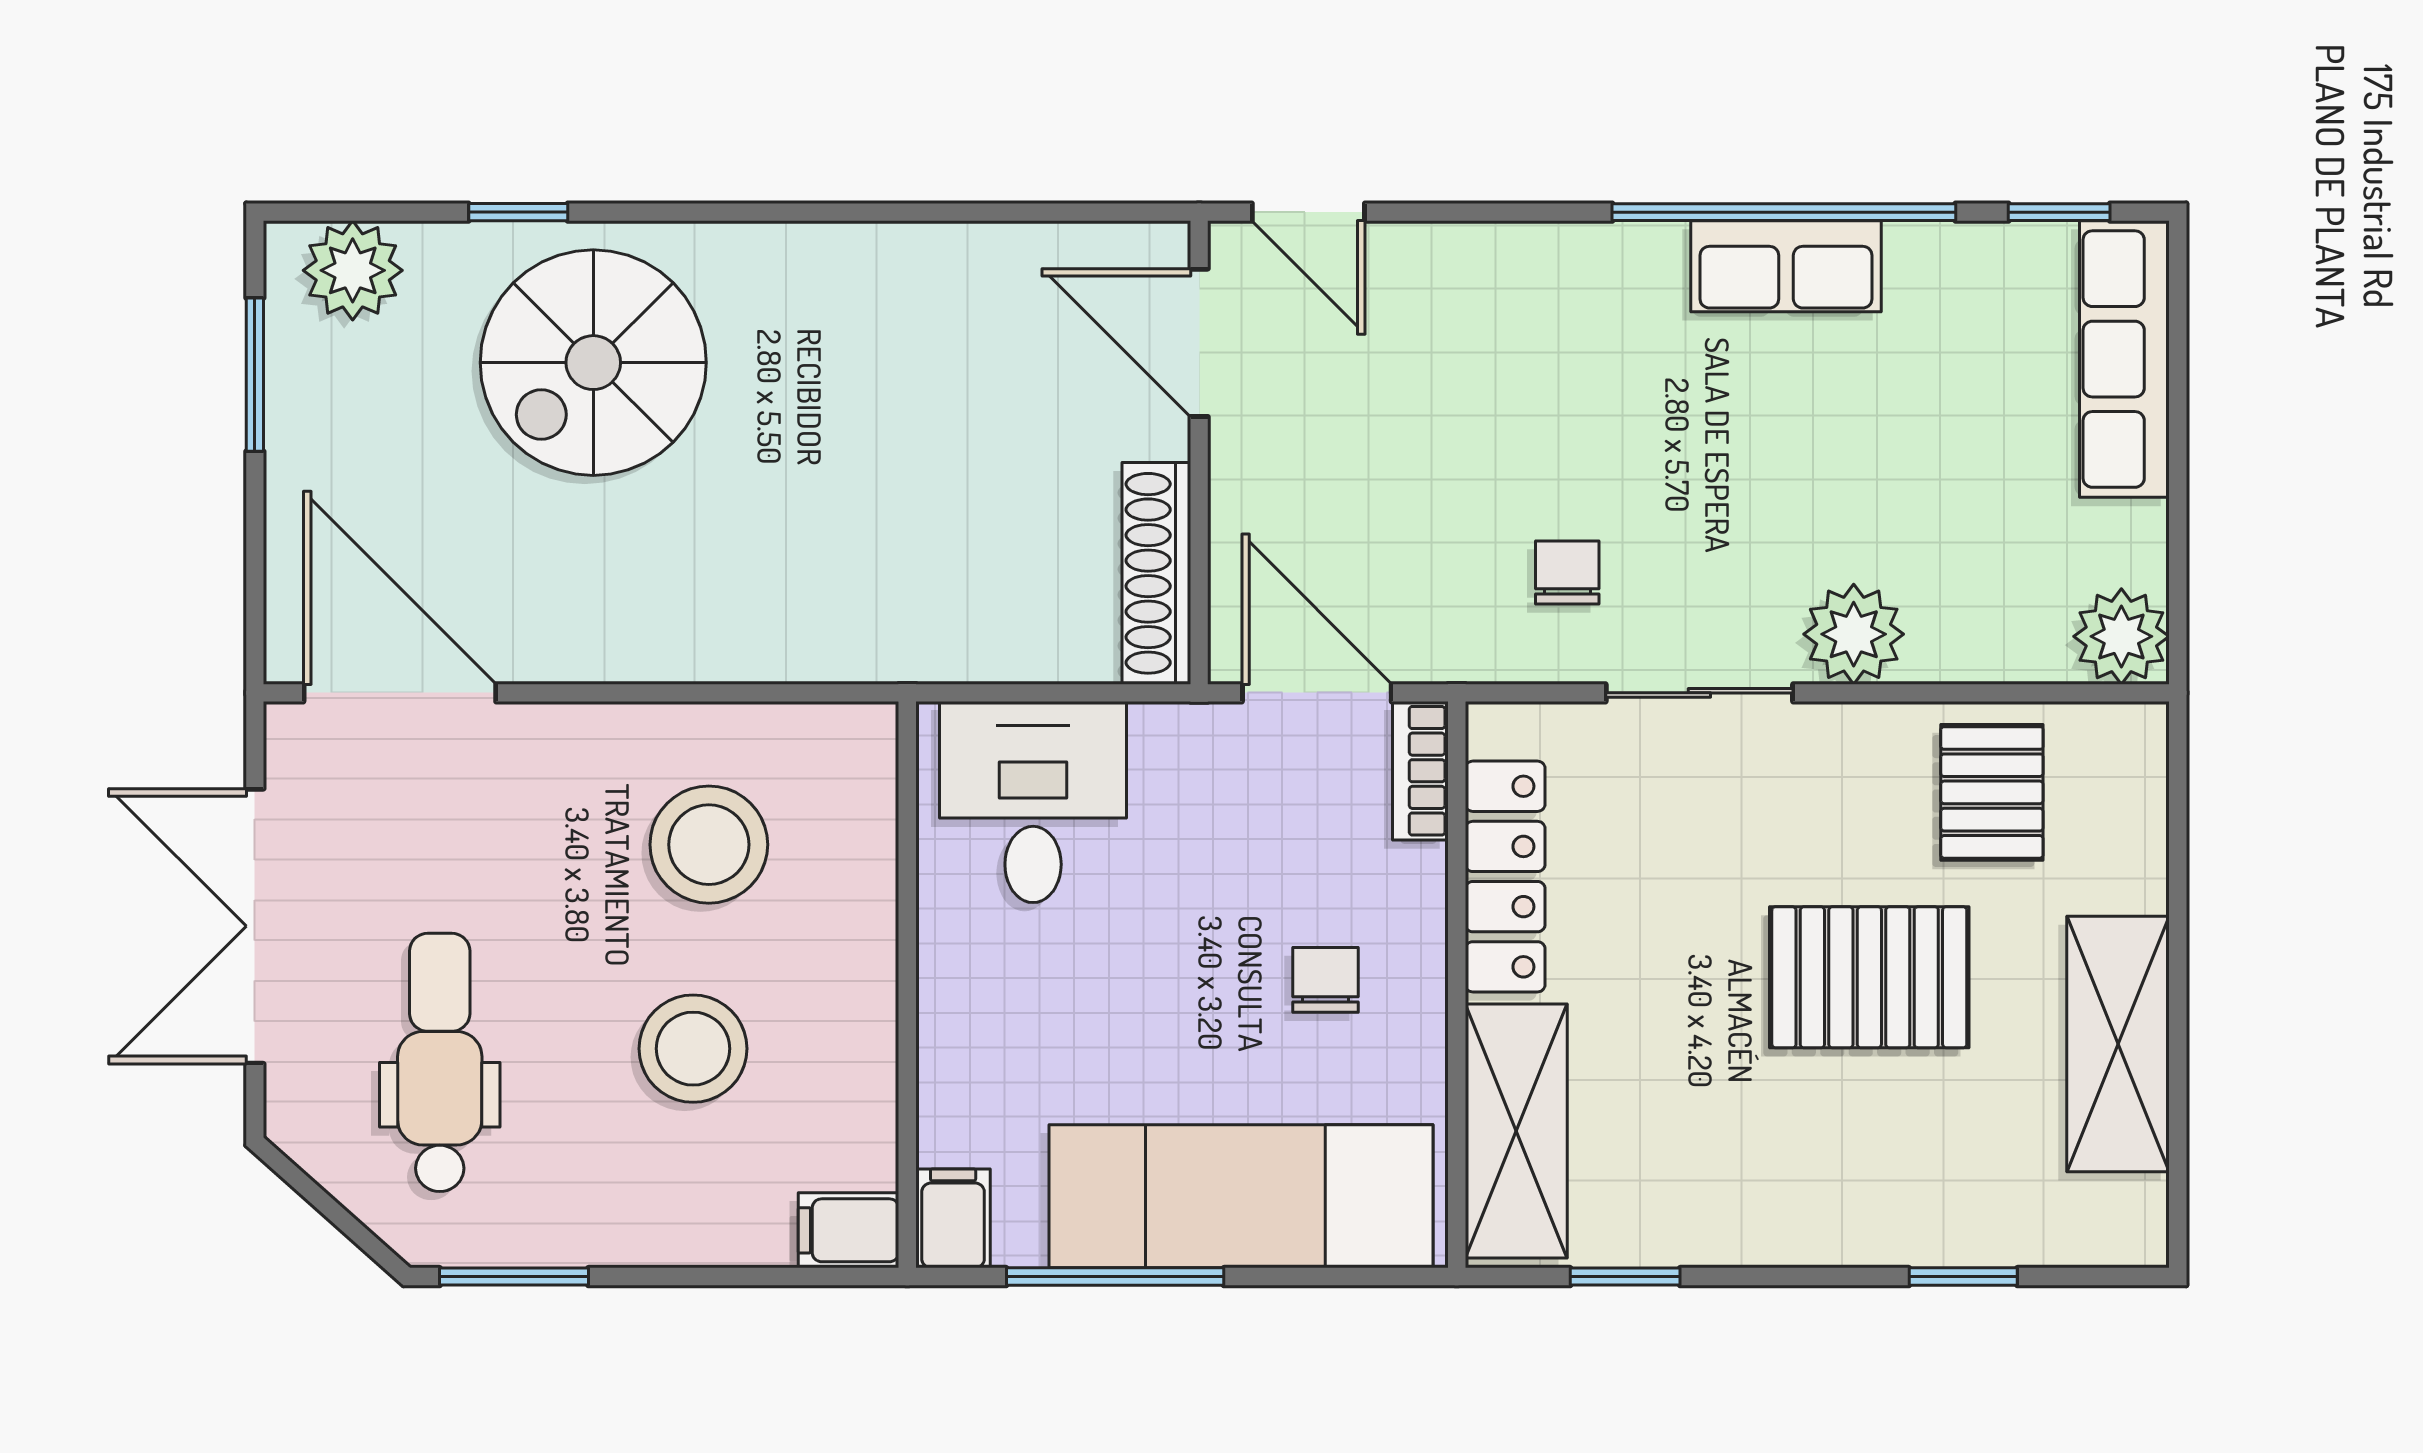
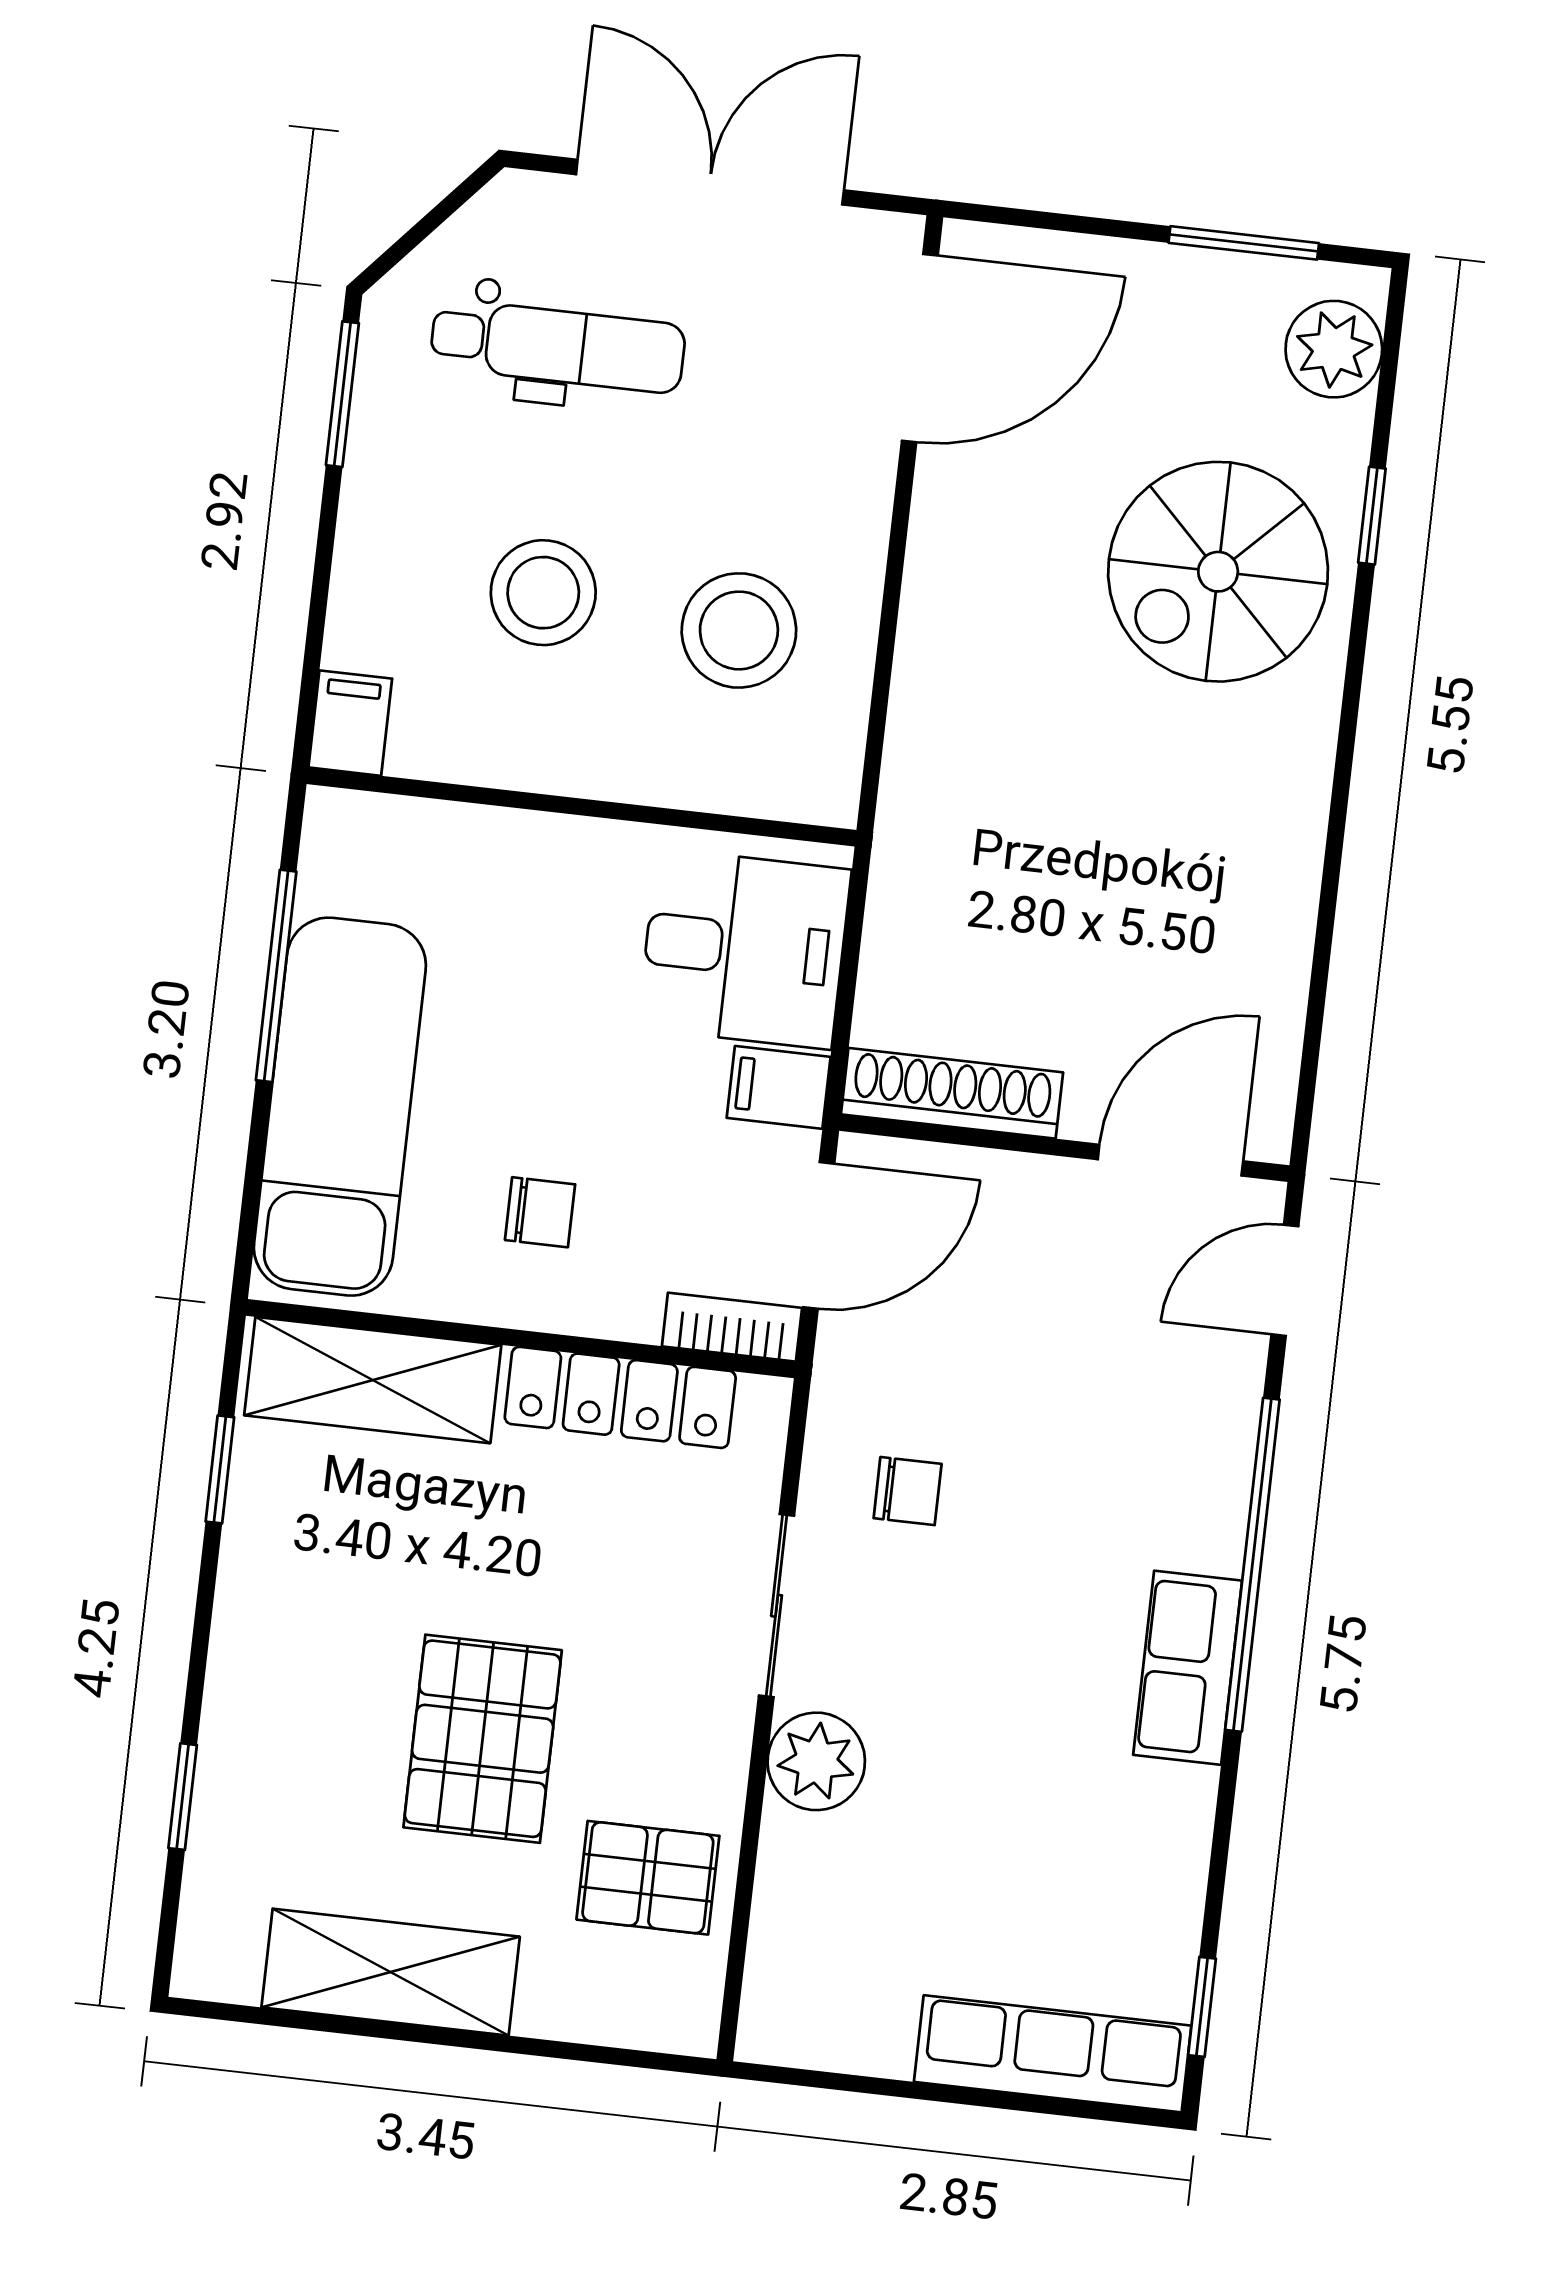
window: (1784, 212) -> (1252, 1565), moved
row of seats: (1786, 266) -> (1188, 1668), moved
spiral stairs: (593, 363) -> (1218, 572), turned -90
plant: (2121, 636) -> (785, 2020), removed
filing cabinet: (953, 1218) -> (779, 1087), moved, turned 180

